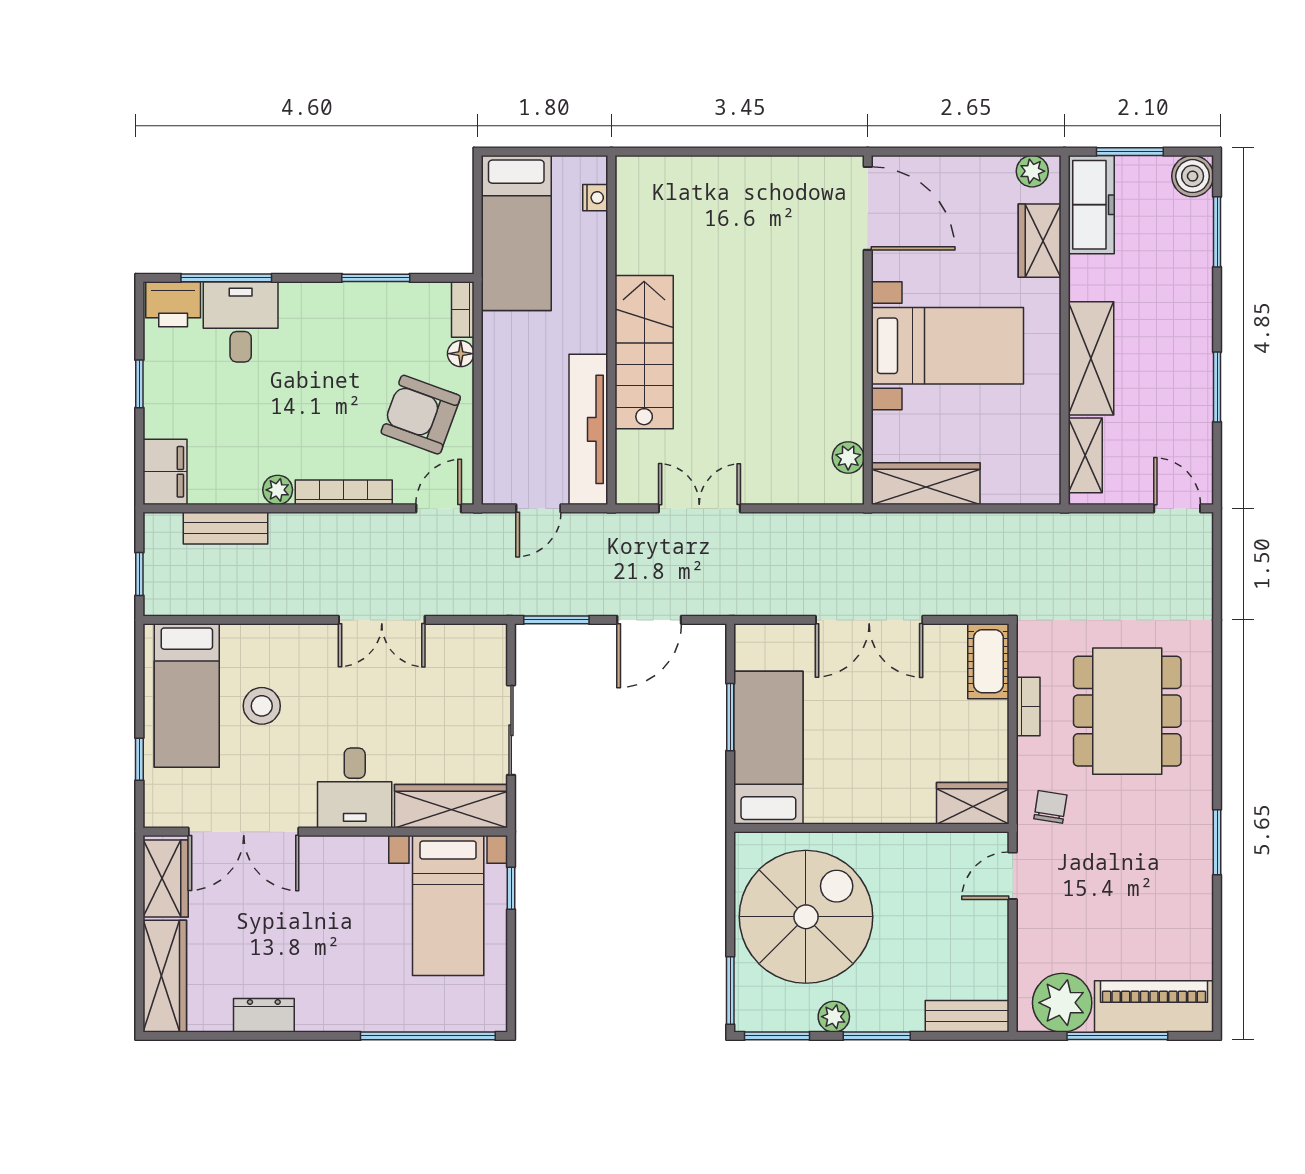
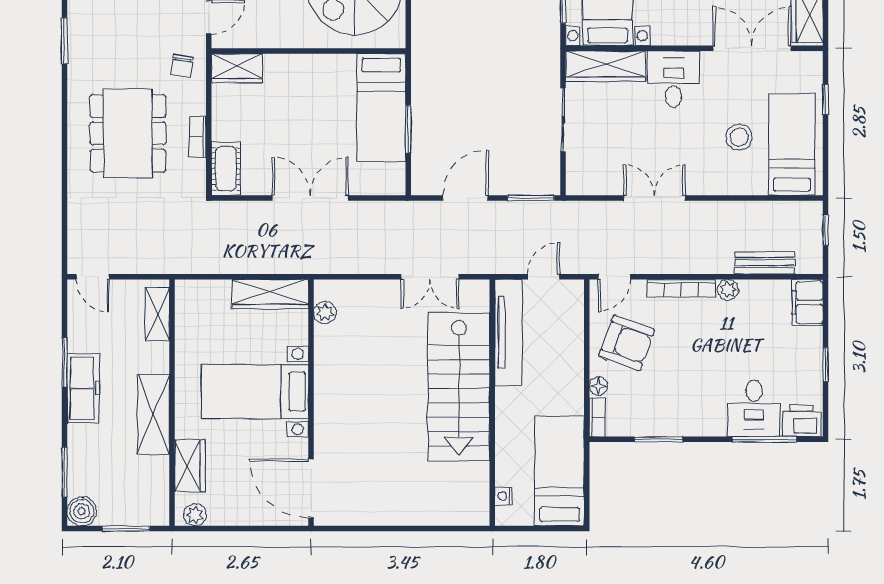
freezer: (1091, 205) -> (83, 388), moved, turned 180
stairs: (644, 352) -> (459, 387), width x1.36, depth x1.51
shelving: (1091, 358) -> (153, 414), moved

